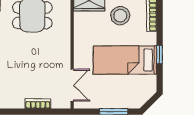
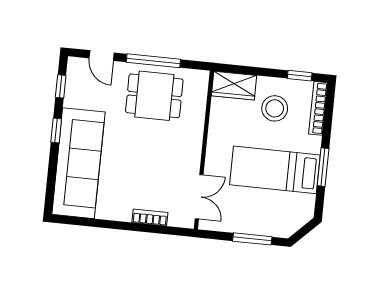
window: (160, 55) -> (323, 167), width x1.50

